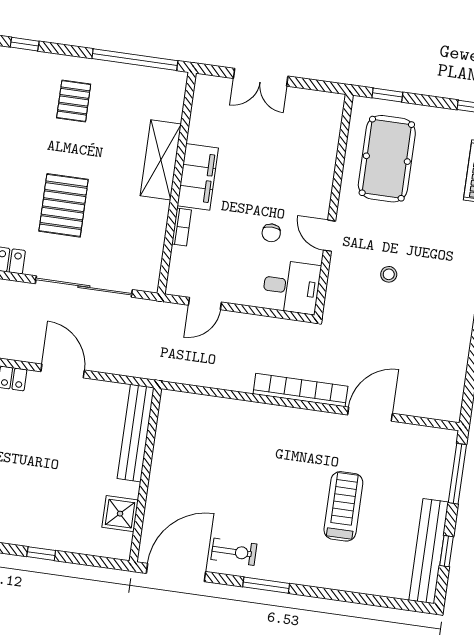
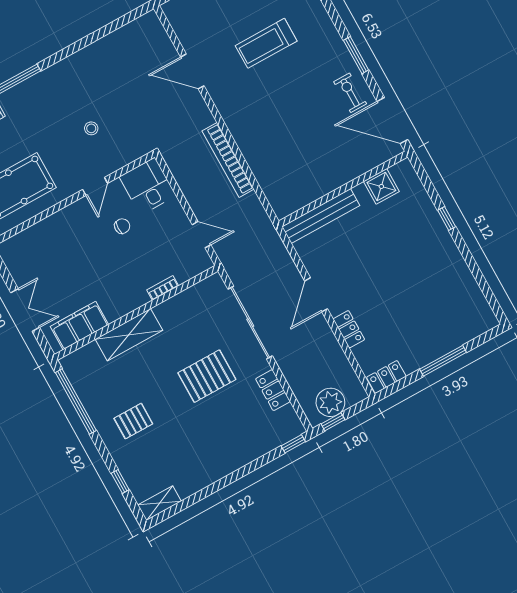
filing cabinet: (198, 177) -> (79, 326), moved
bookcase: (300, 390) -> (228, 160), moved

